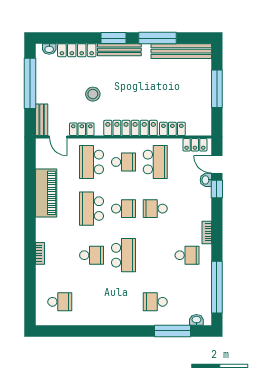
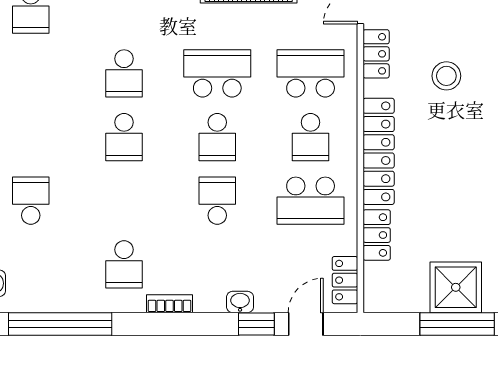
shower: (199, 89) -> (456, 287), added
washbasin: (206, 180) -> (240, 302), moved
school desk: (123, 255) -> (124, 137), width x0.54

